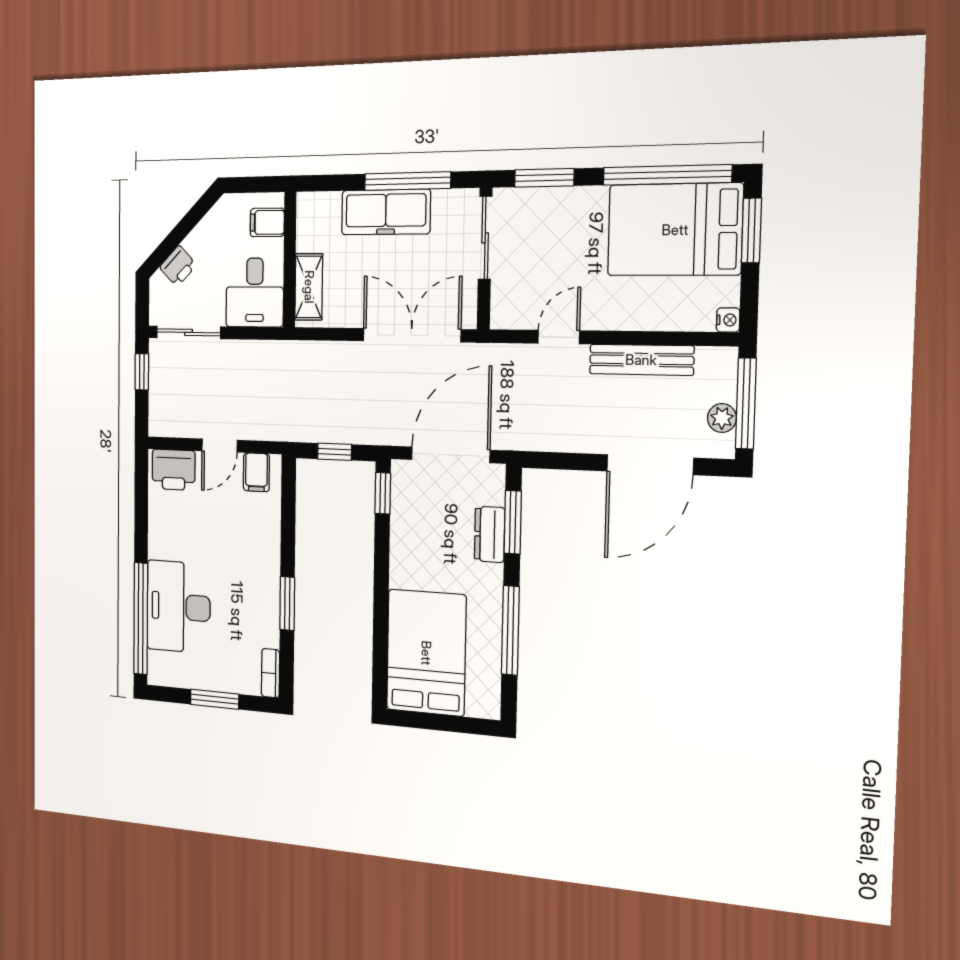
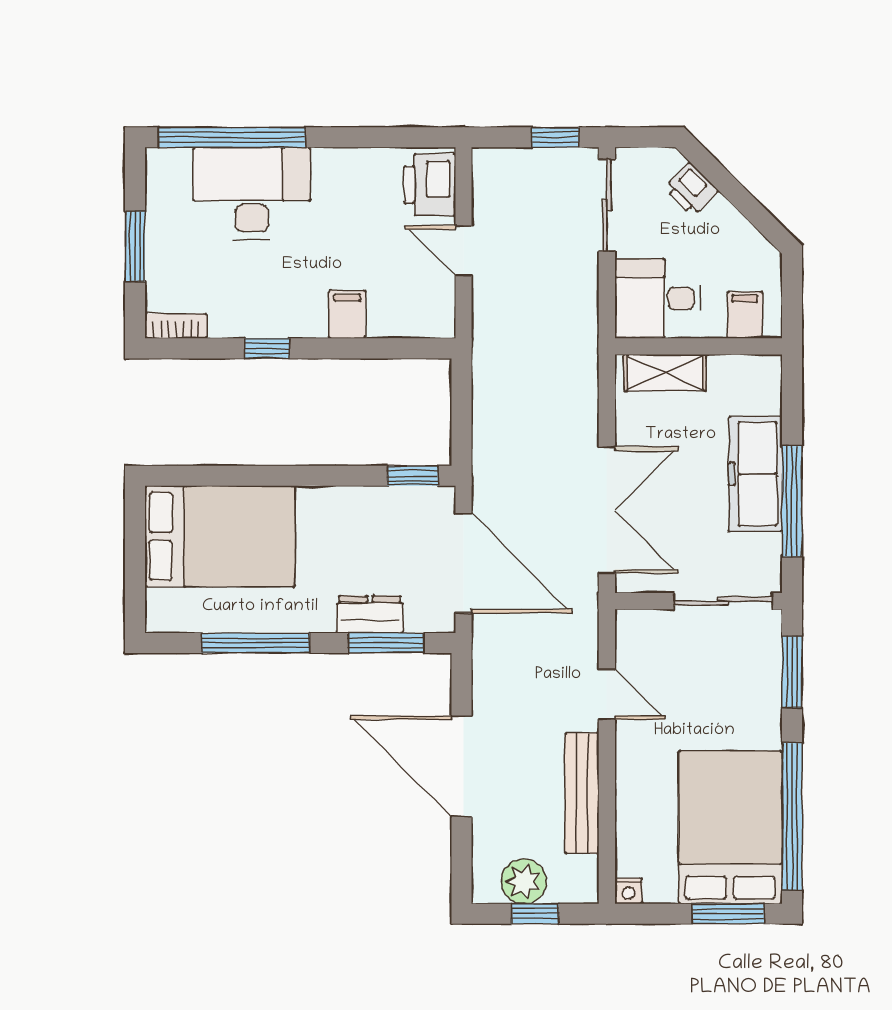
window: (746, 403) -> (535, 914), width x0.46
plant: (722, 418) -> (524, 881), width x1.38, depth x1.38
window: (335, 452) -> (462, 411), removed
door: (650, 465) -> (462, 766), moved
filing cabinet: (256, 472) -> (347, 314), moved, turned 90
window: (287, 603) -> (267, 348), width x0.67

